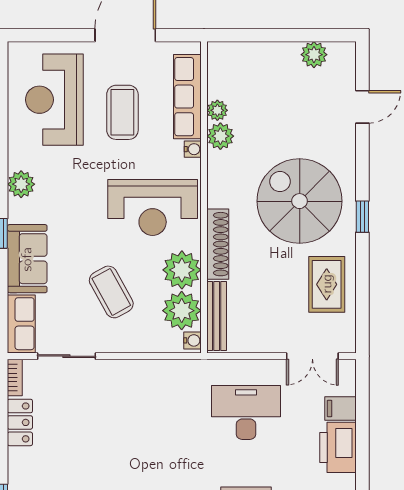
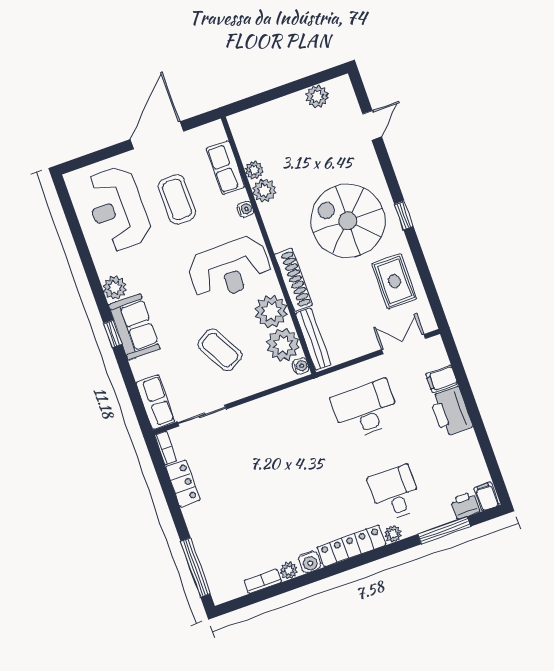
row of seats: (187, 97) -> (226, 168), width x0.68
sofa: (27, 259) -> (134, 327), moved
double door: (312, 356) -> (403, 344), swing flipped

